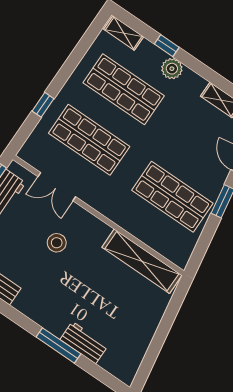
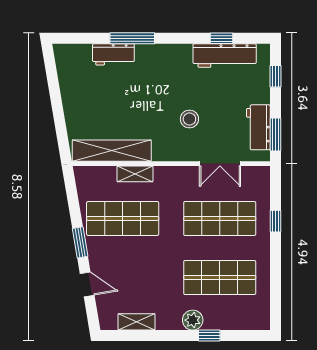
shelving: (124, 33) -> (135, 174), moved
double door: (57, 187) -> (220, 164), swing flipped

